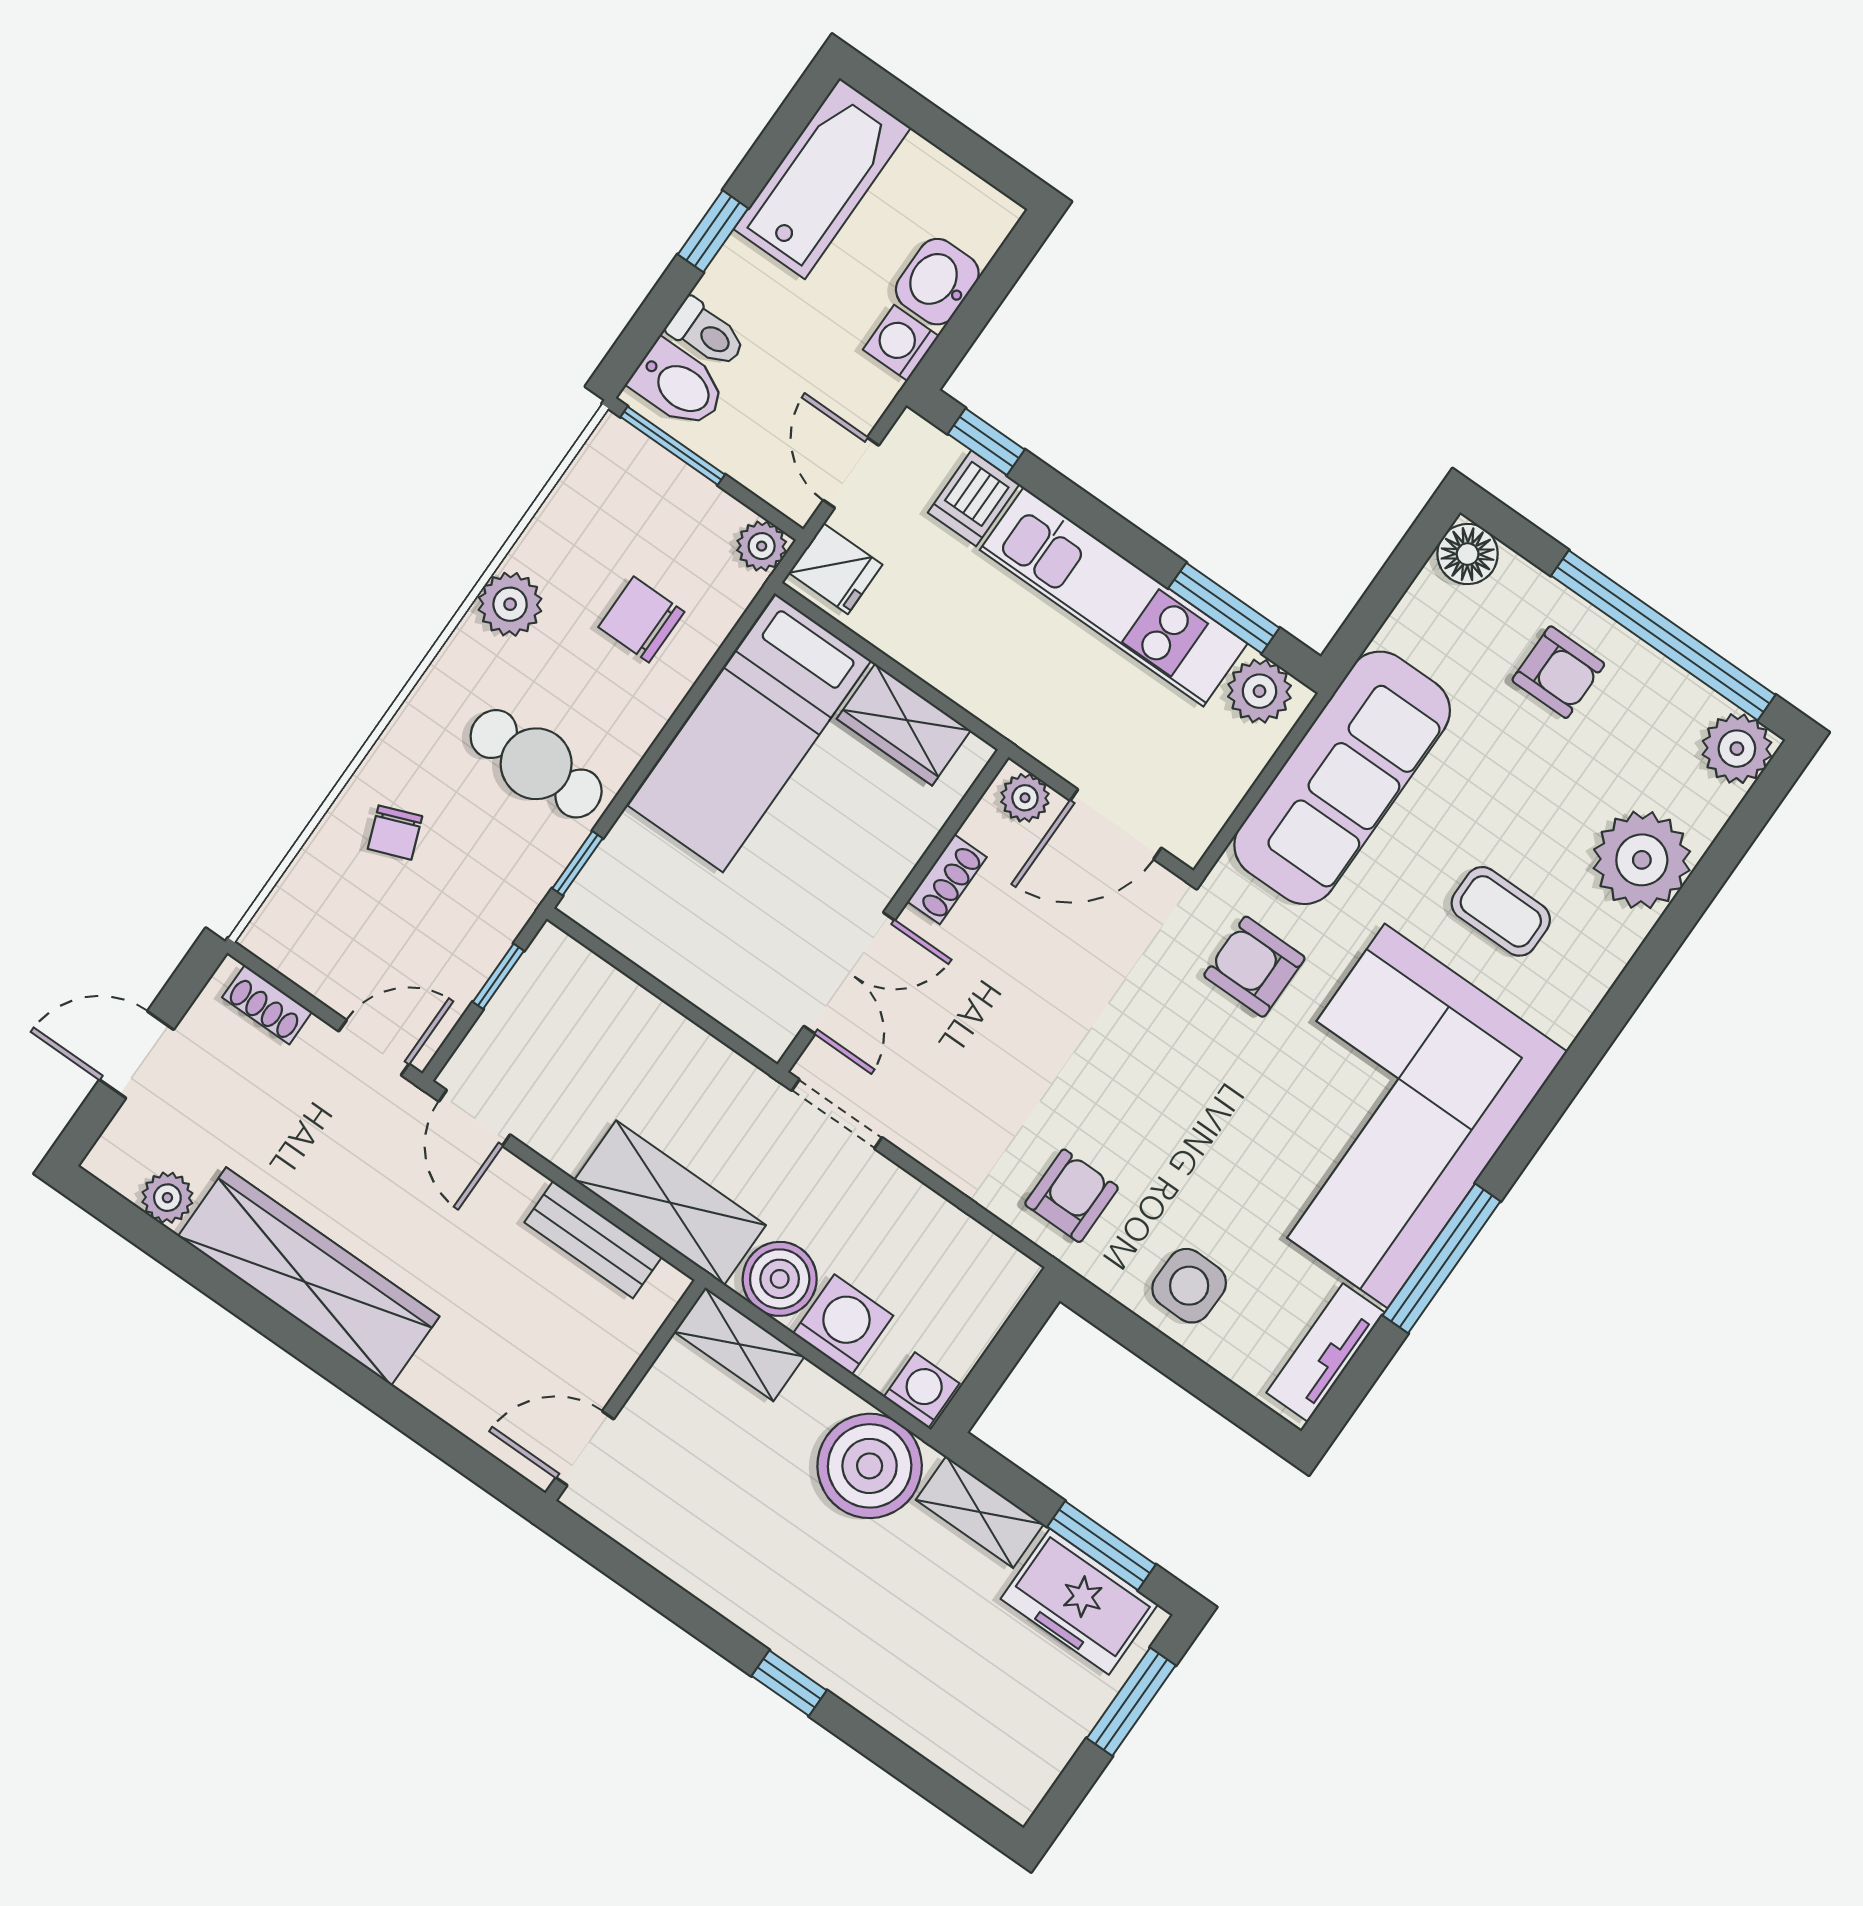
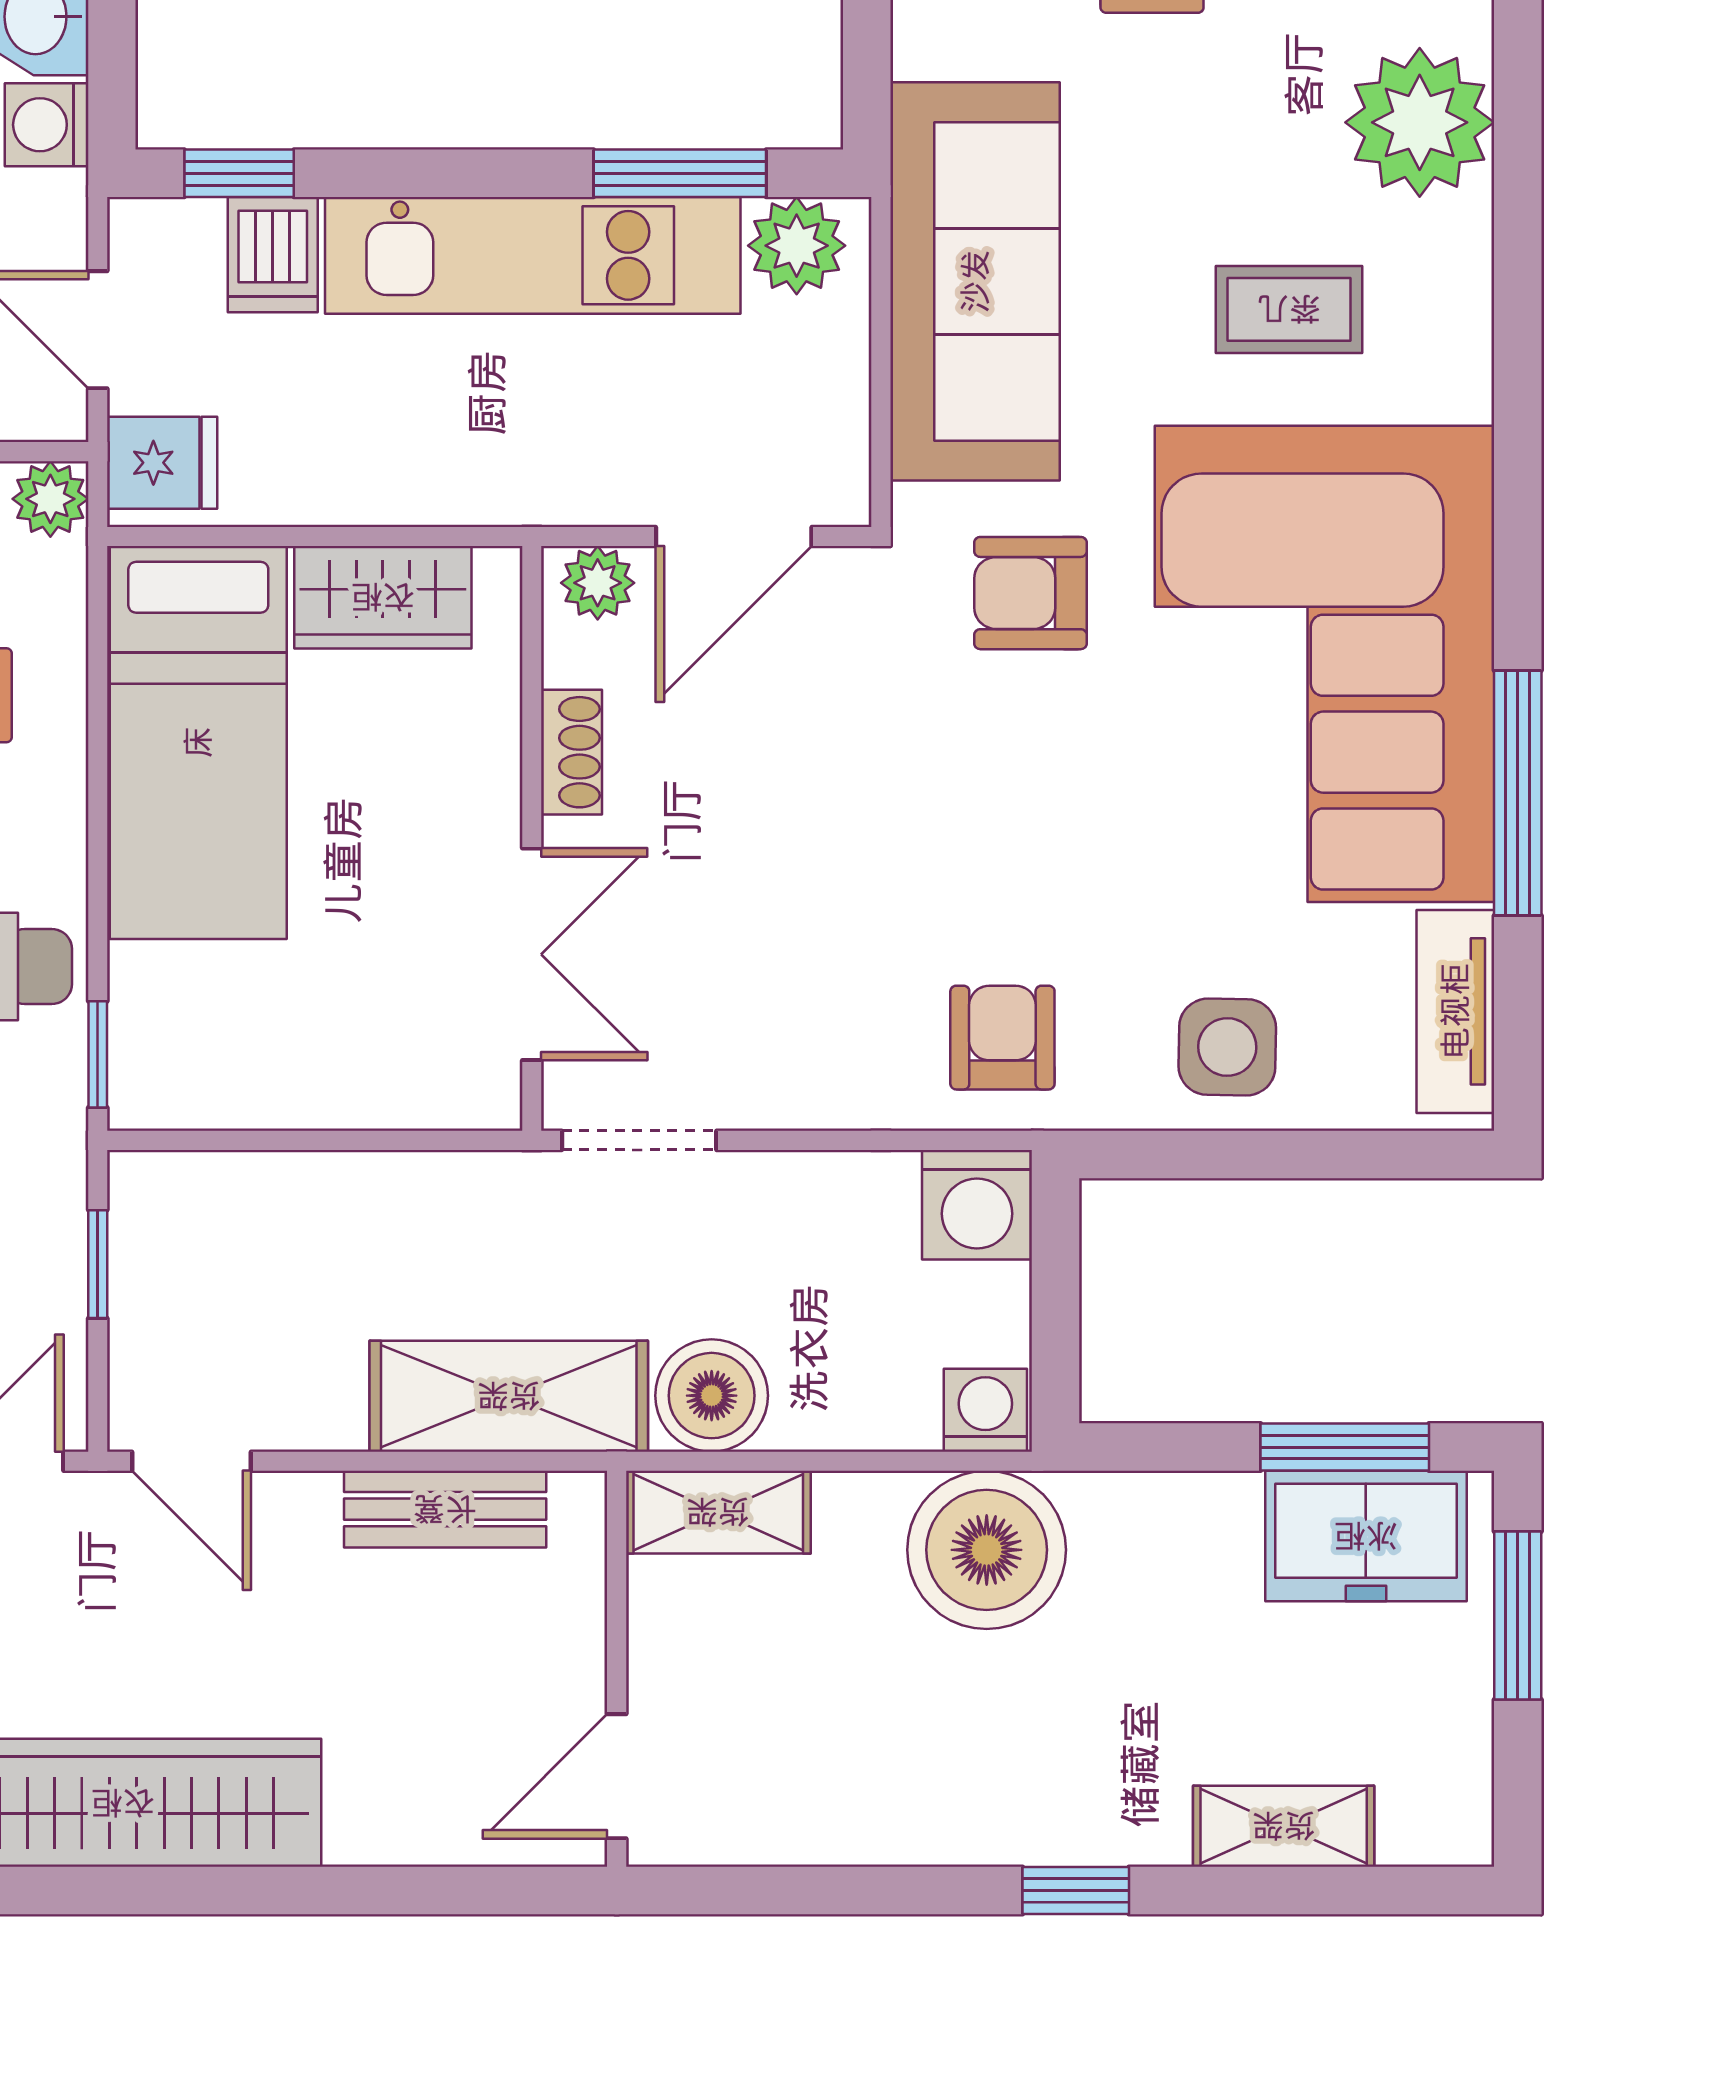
washing machine: (843, 1324) -> (977, 1205), moved, turned 180
shelving: (980, 1512) -> (1284, 1826), moved

